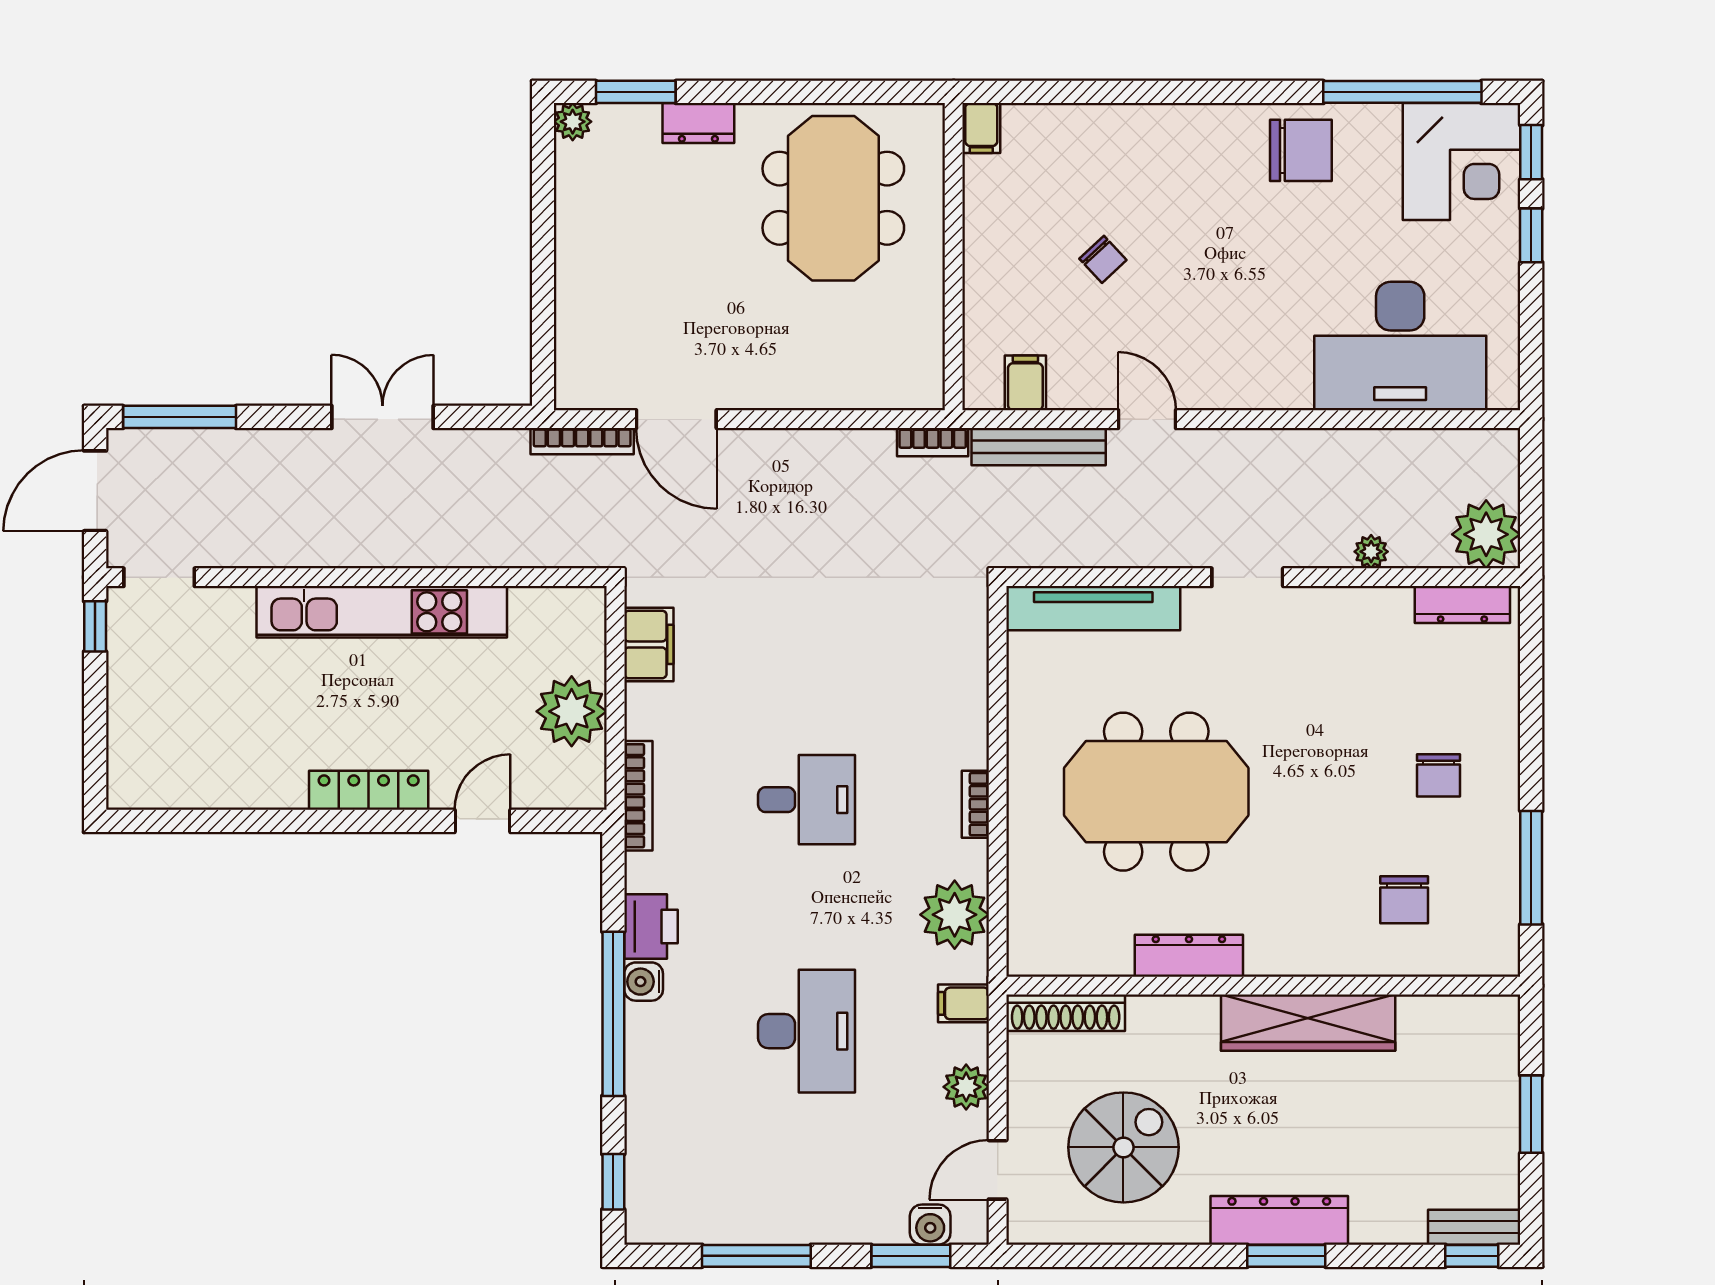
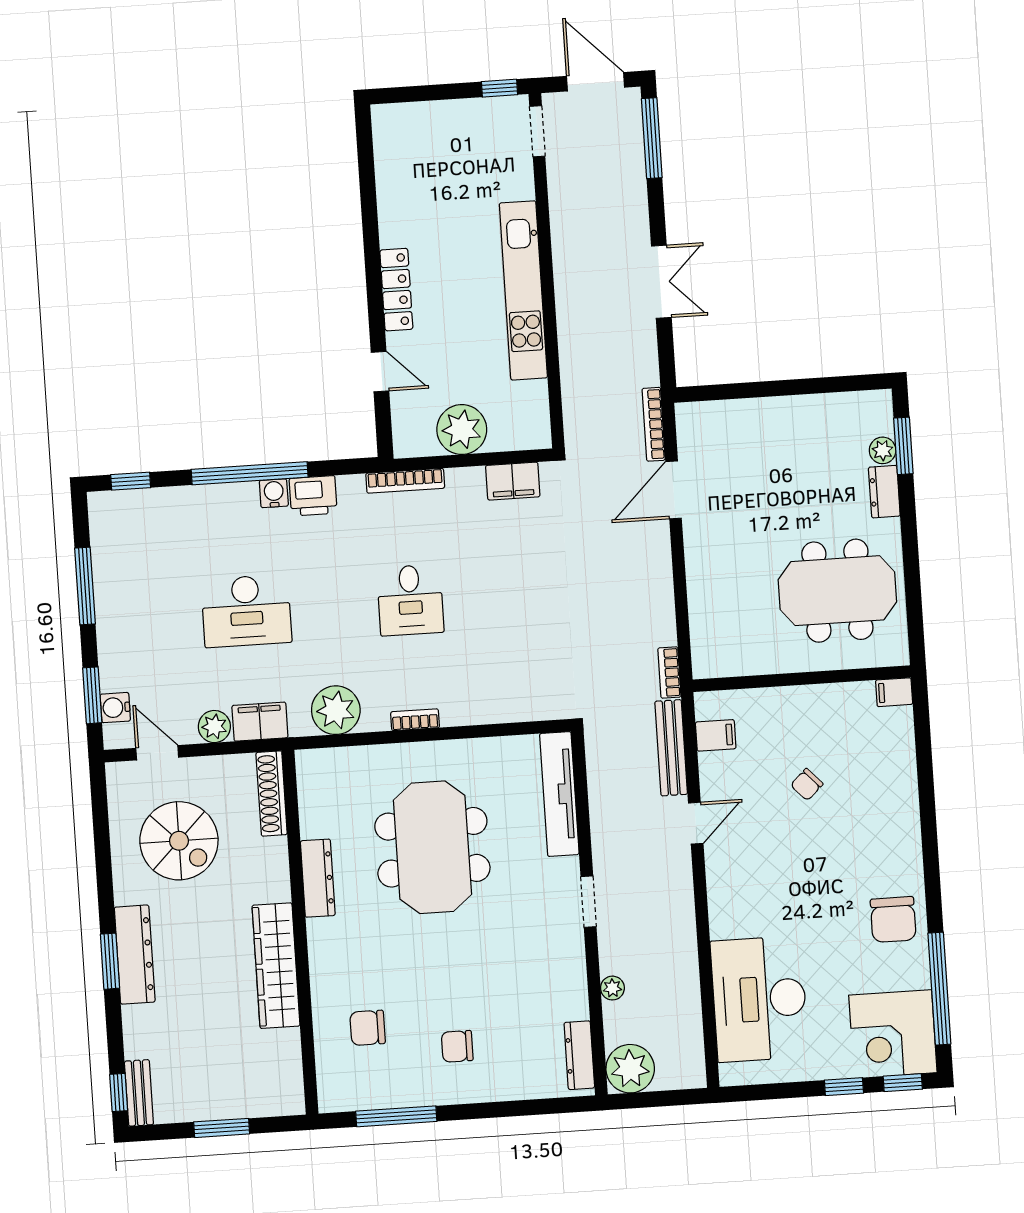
plant: (573, 122) -> (883, 450), moved
filing cabinet: (963, 1003) -> (260, 722), width x2.00

